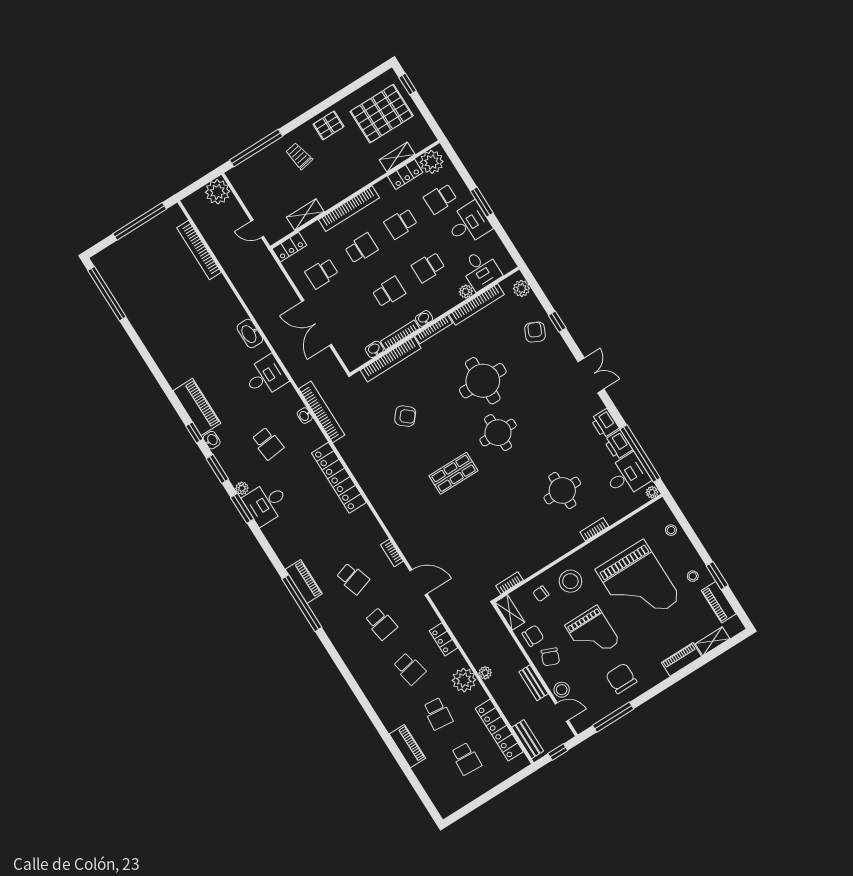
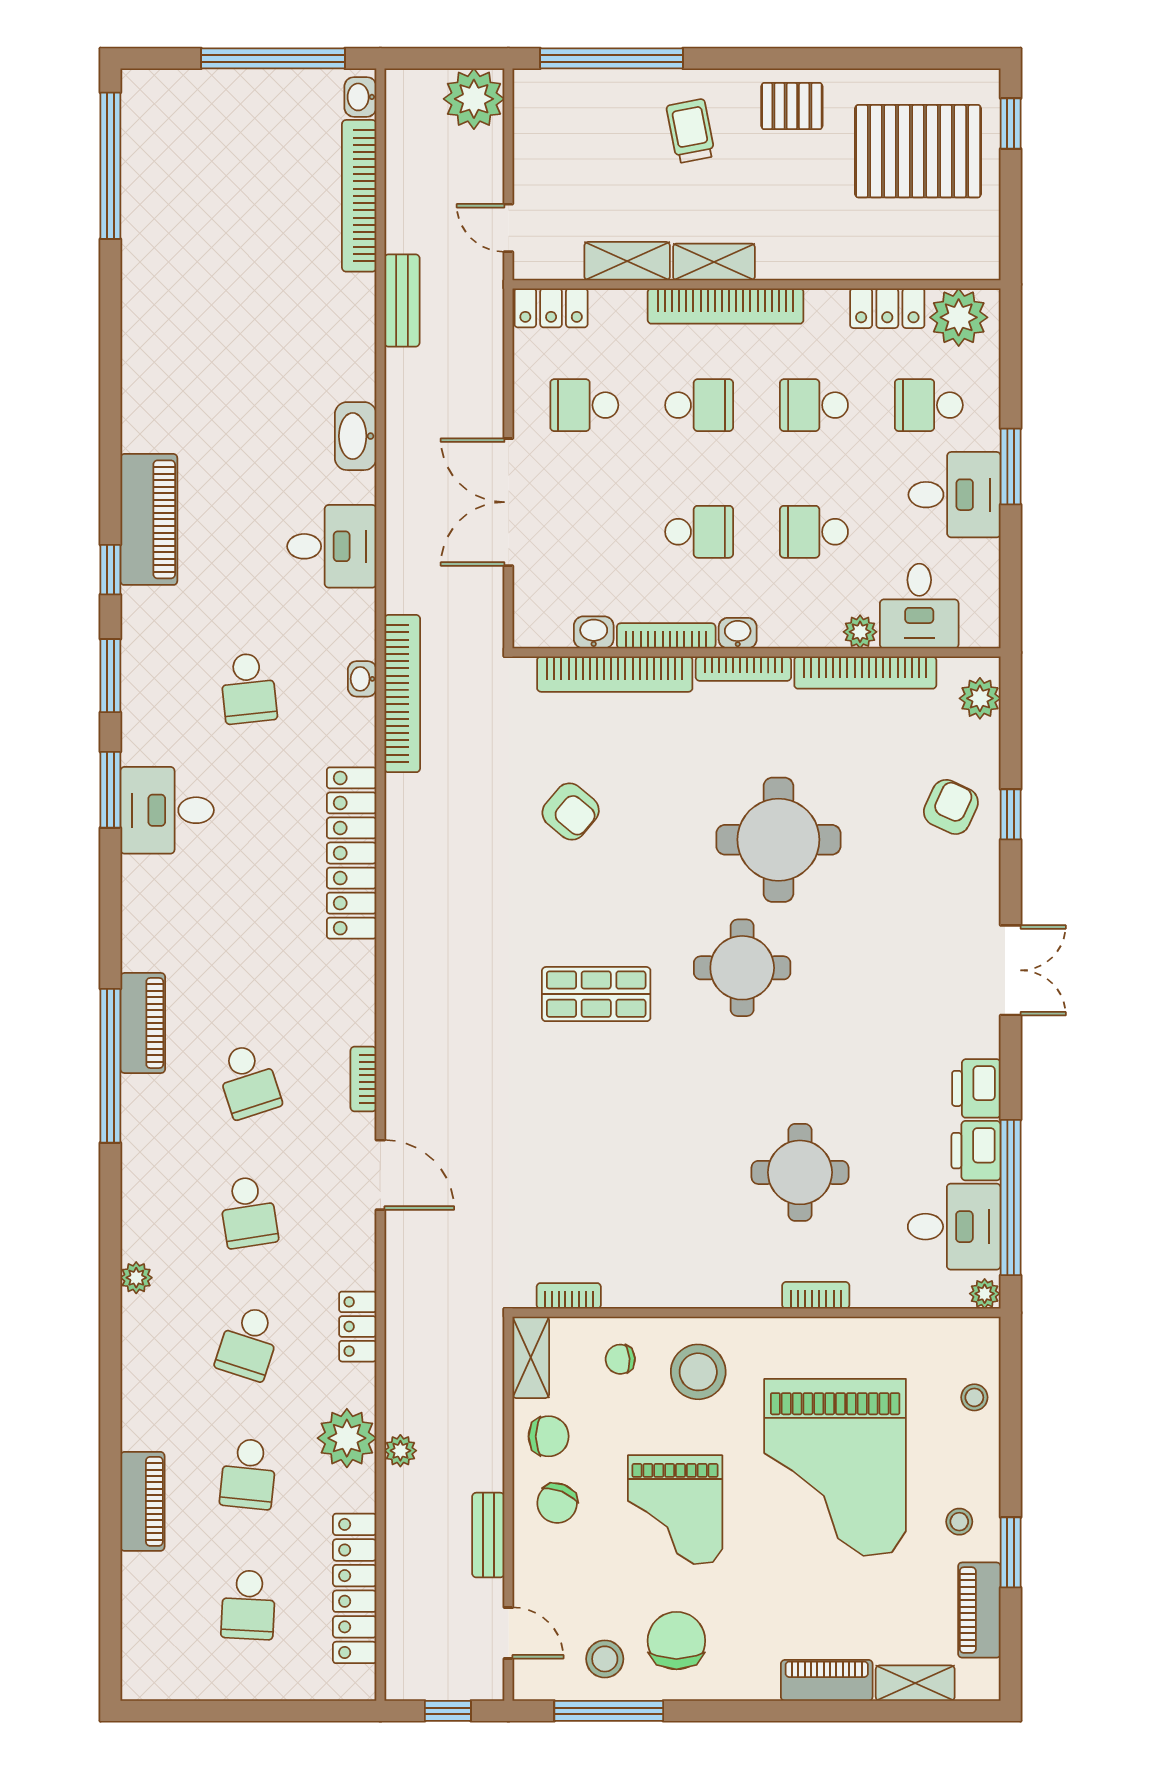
shelving: (397, 157) -> (714, 262), moved
washbasin: (212, 440) -> (360, 97), moved, turned 180
plant: (242, 488) -> (136, 1278), moved
school desk: (409, 669) -> (248, 1343), turned 30
stool: (562, 690) -> (605, 1659), moved
bench: (528, 739) -> (402, 300), moved

